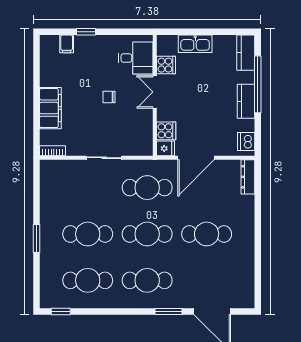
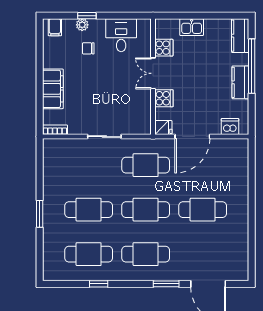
plant: (81, 41) -> (82, 25), added
filing cabinet: (67, 44) -> (55, 27), moved
kitchen sink: (195, 44) -> (192, 27), width x0.73
desk: (136, 58) -> (121, 35), moved, turned -90
chair: (109, 97) -> (88, 48), moved
cooker: (166, 131) -> (164, 98), moved
dishwasher: (246, 142) -> (230, 127), moved, turned 90
dresser: (248, 177) -> (242, 155), removed
window: (61, 311) -> (99, 284), moved

